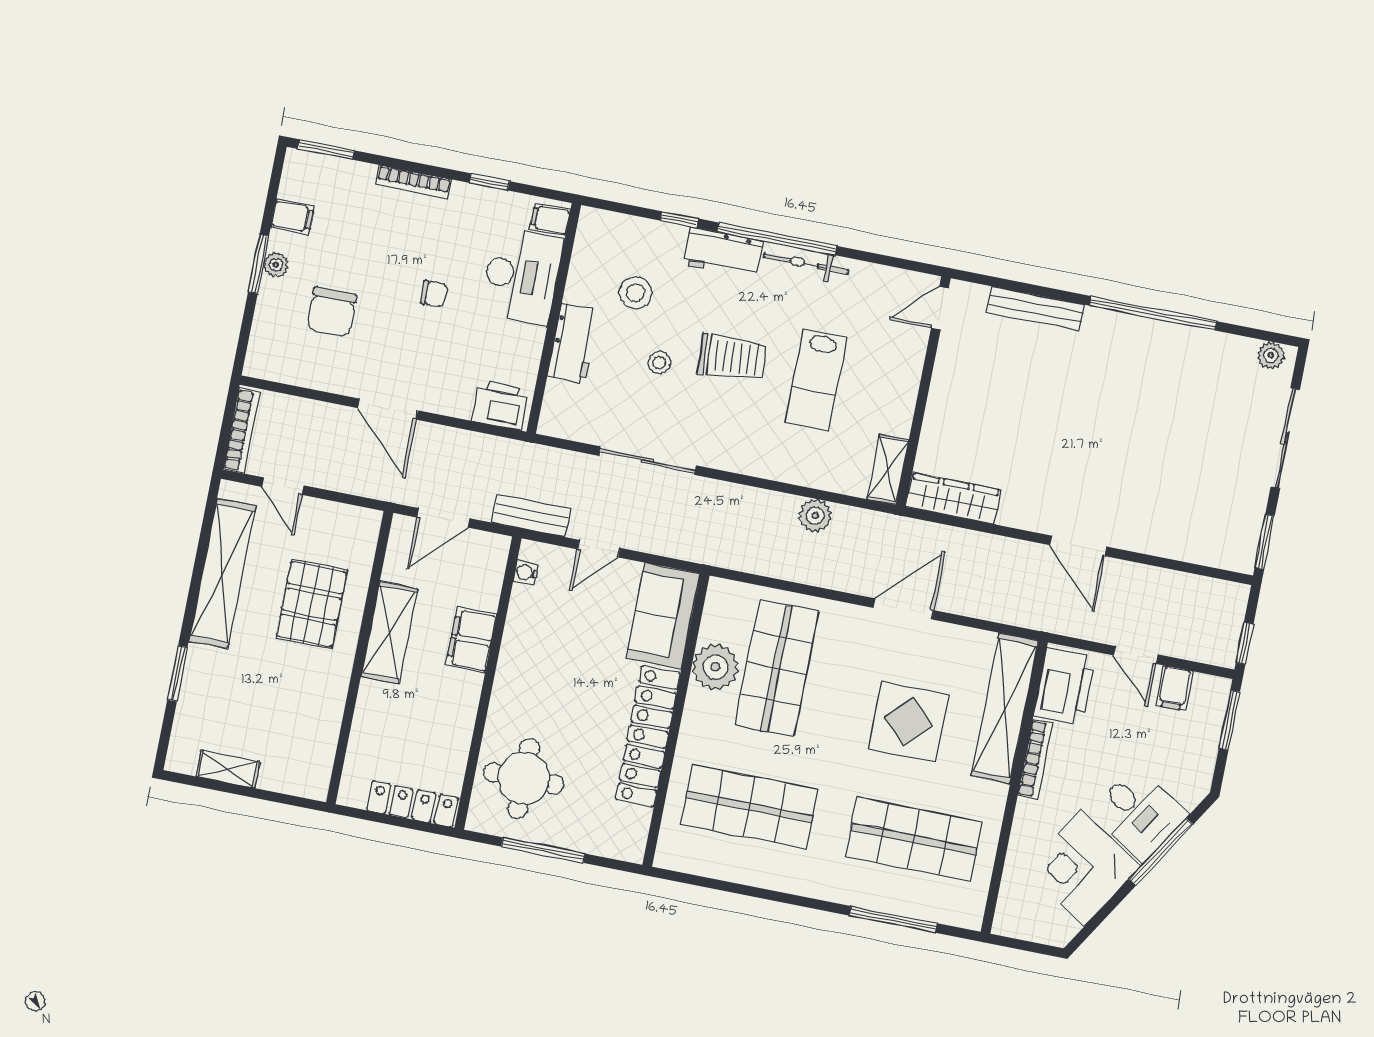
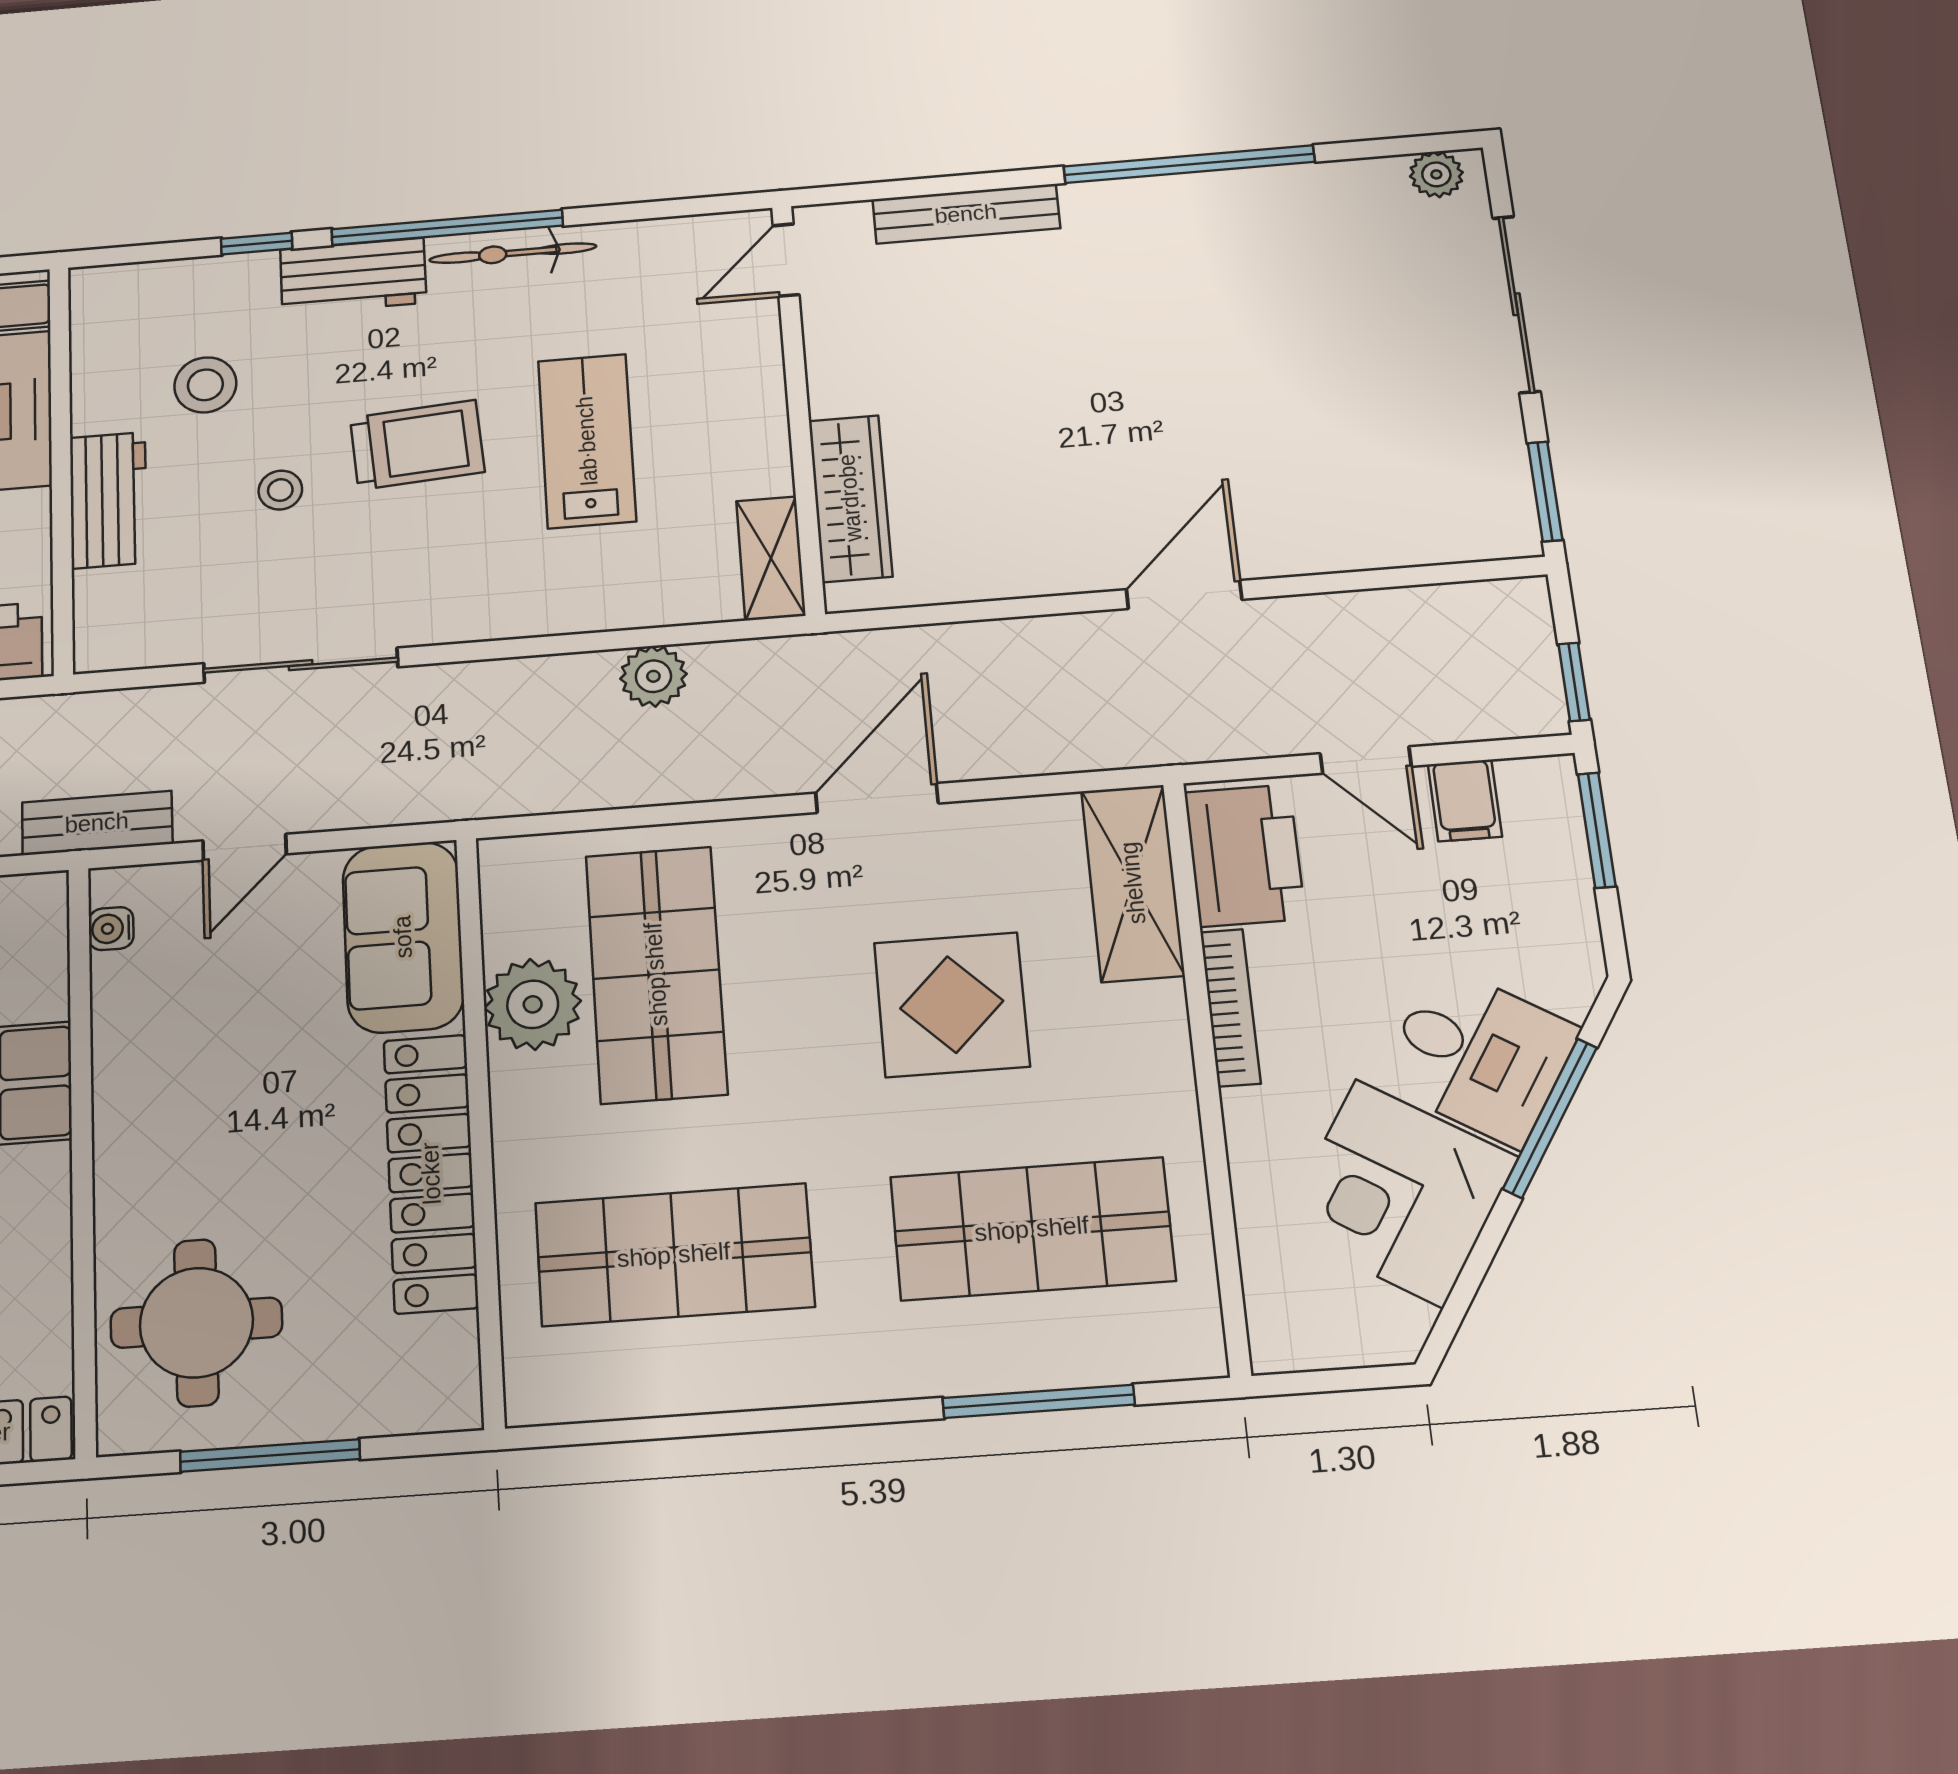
lab bench: (816, 380) -> (587, 441), turned 180
wardrobe: (953, 498) -> (850, 498), moved, turned 90
door: (1078, 546) -> (1184, 594), swing flipped
shelving: (1005, 708) -> (1133, 883), width x0.68

